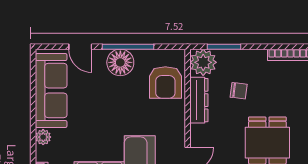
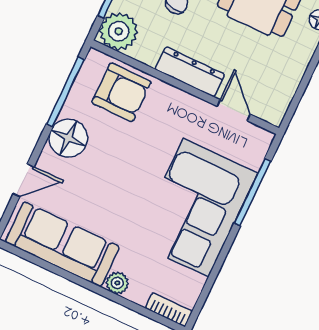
window: (128, 47) -> (65, 92), moved
dresser: (199, 100) -> (190, 72), moved

